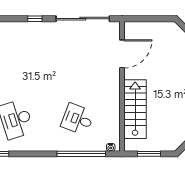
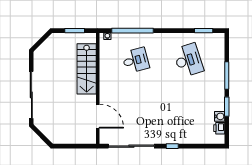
door: (122, 54) -> (98, 116), swing flipped
desk: (78, 119) -> (136, 60), turned -36

